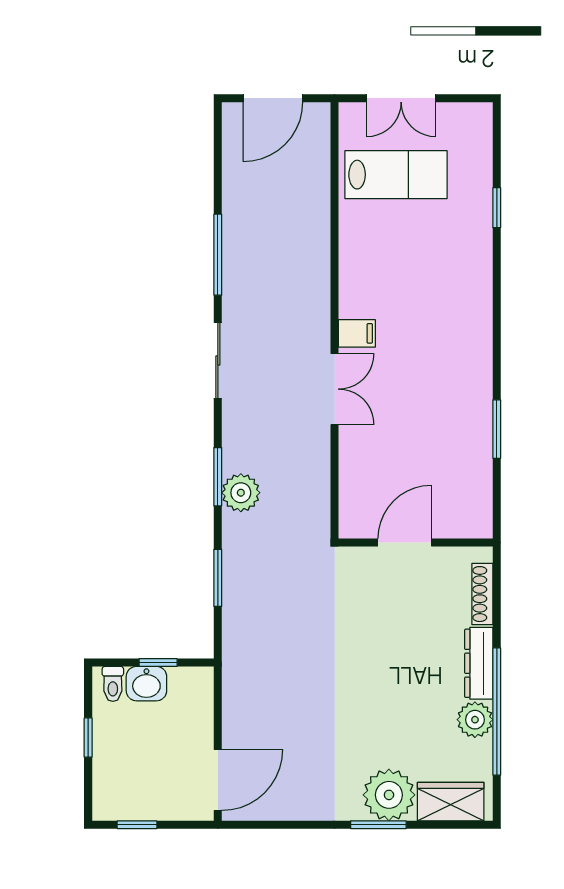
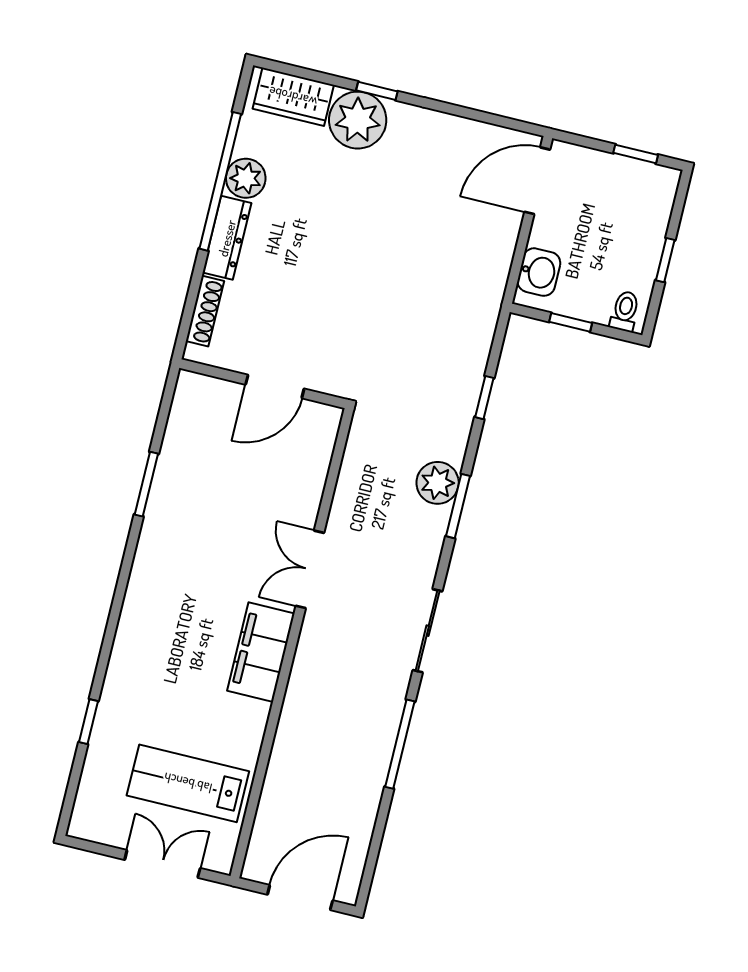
filing cabinet: (357, 333) -> (261, 652), width x3.00, depth x1.17
window: (218, 578) -> (484, 398), width x0.67
washbasin: (146, 684) -> (539, 272), moved, turned 90
window: (378, 825) -> (377, 91), width x0.67

